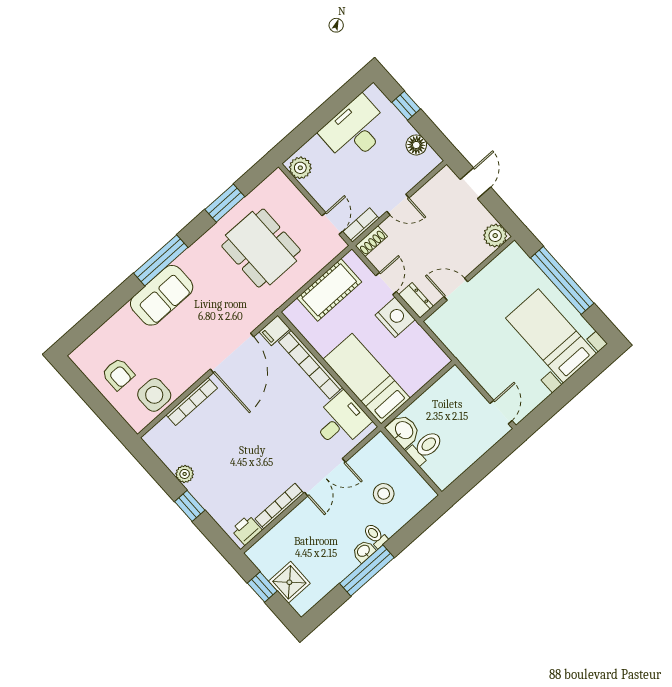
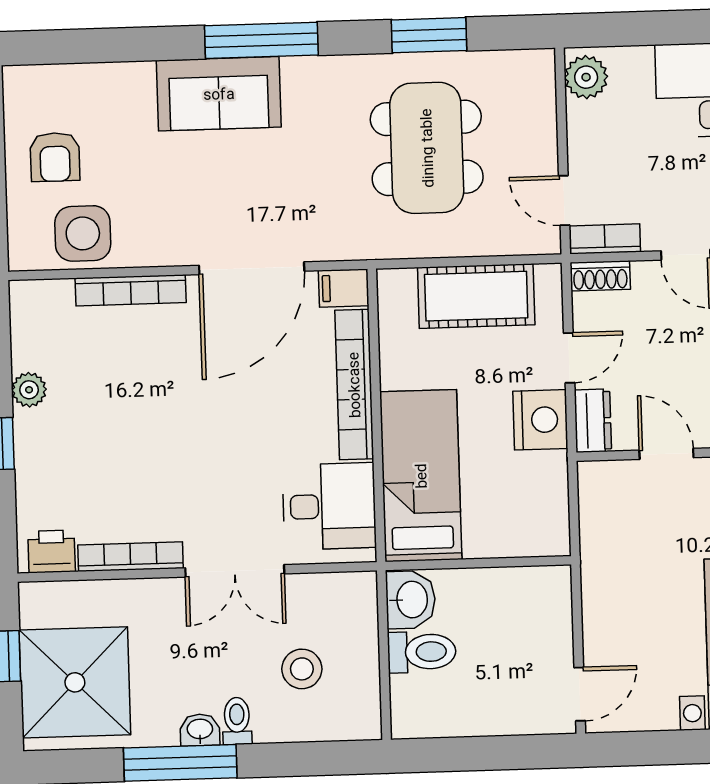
door: (332, 223) -> (564, 201), swing flipped
shower: (289, 582) -> (75, 682), width x1.86, depth x1.86

